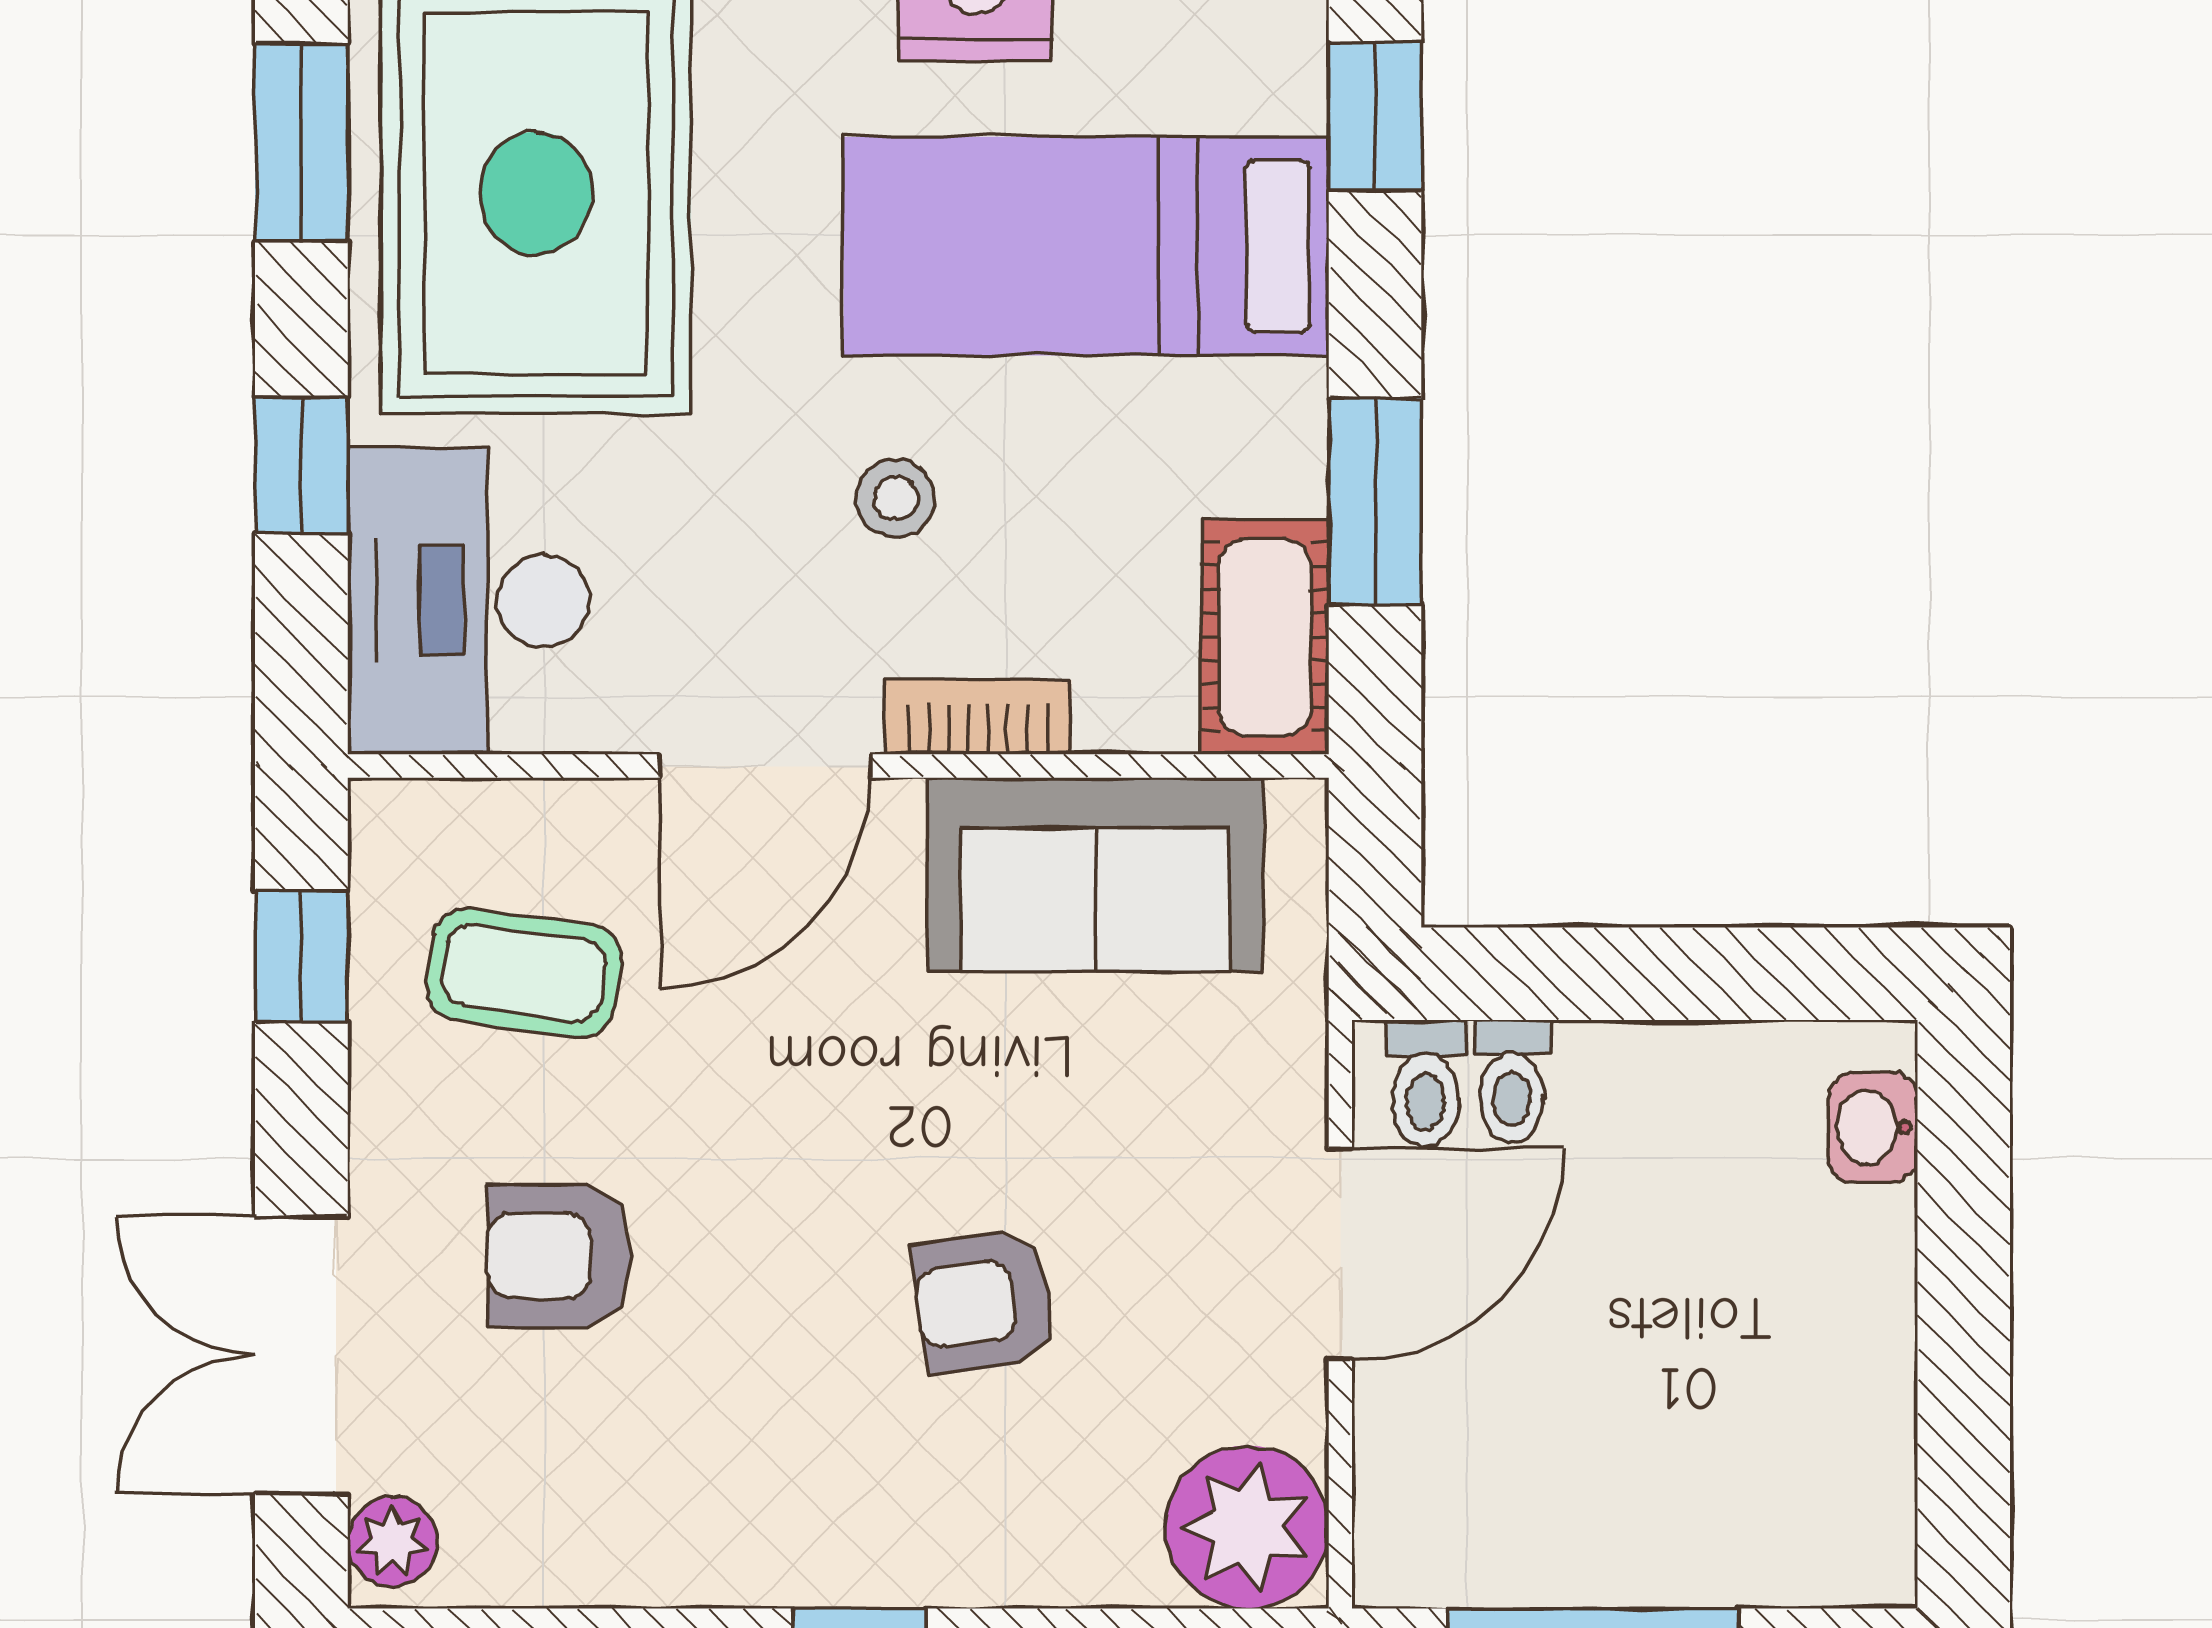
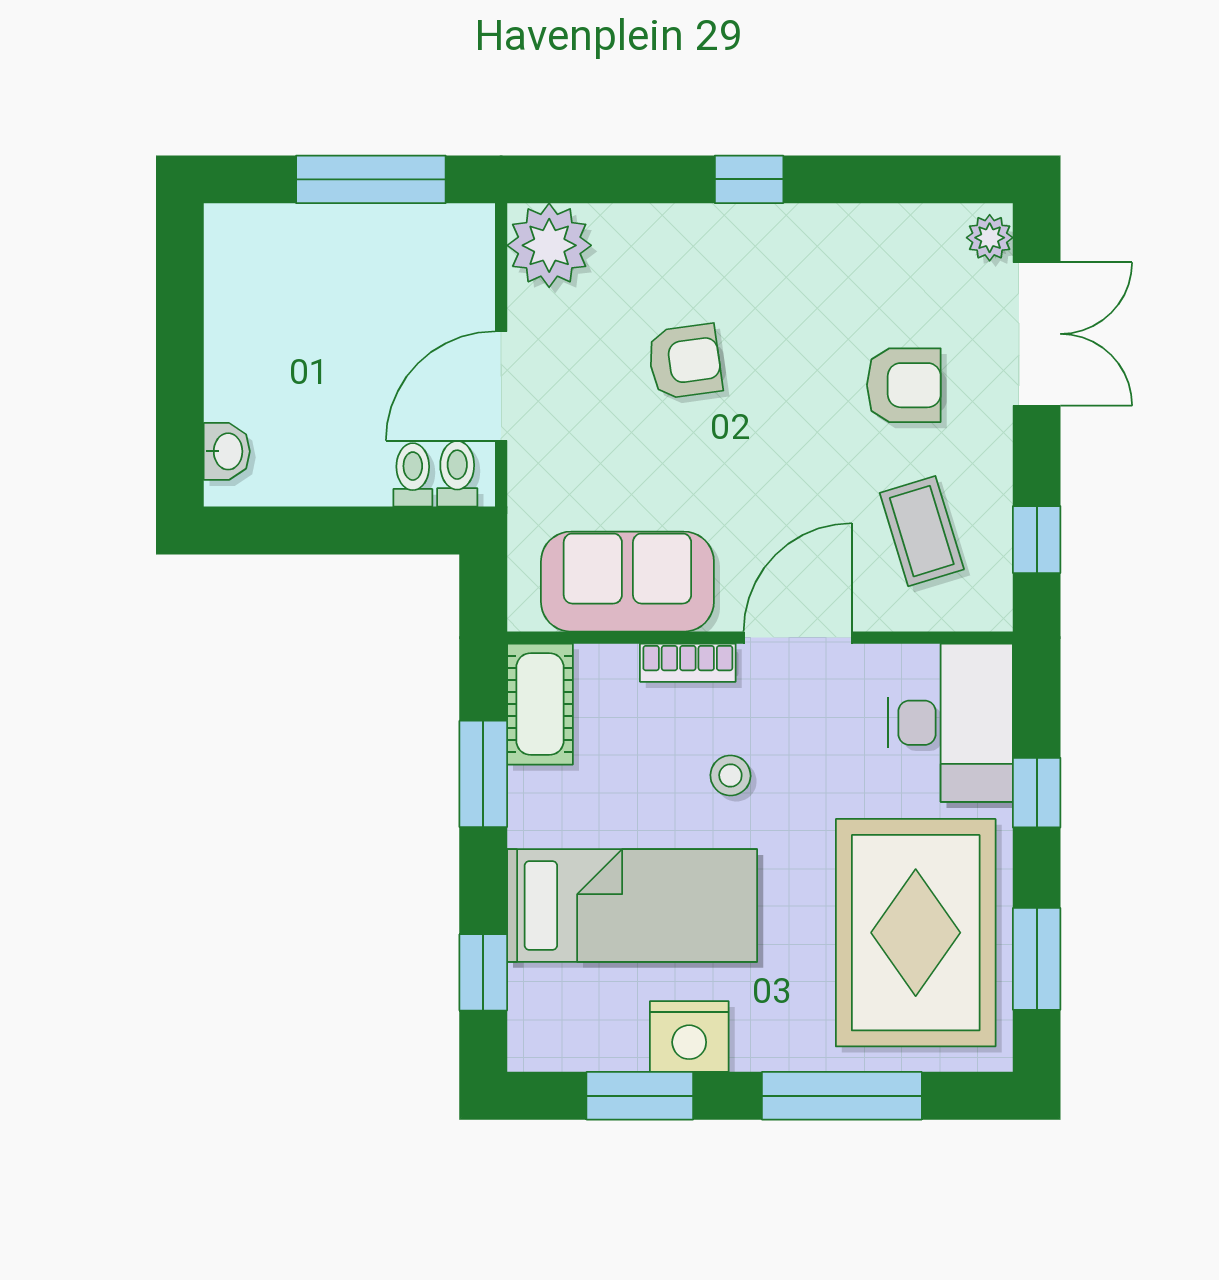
coffee table: (524, 973) -> (922, 531), turned 65

